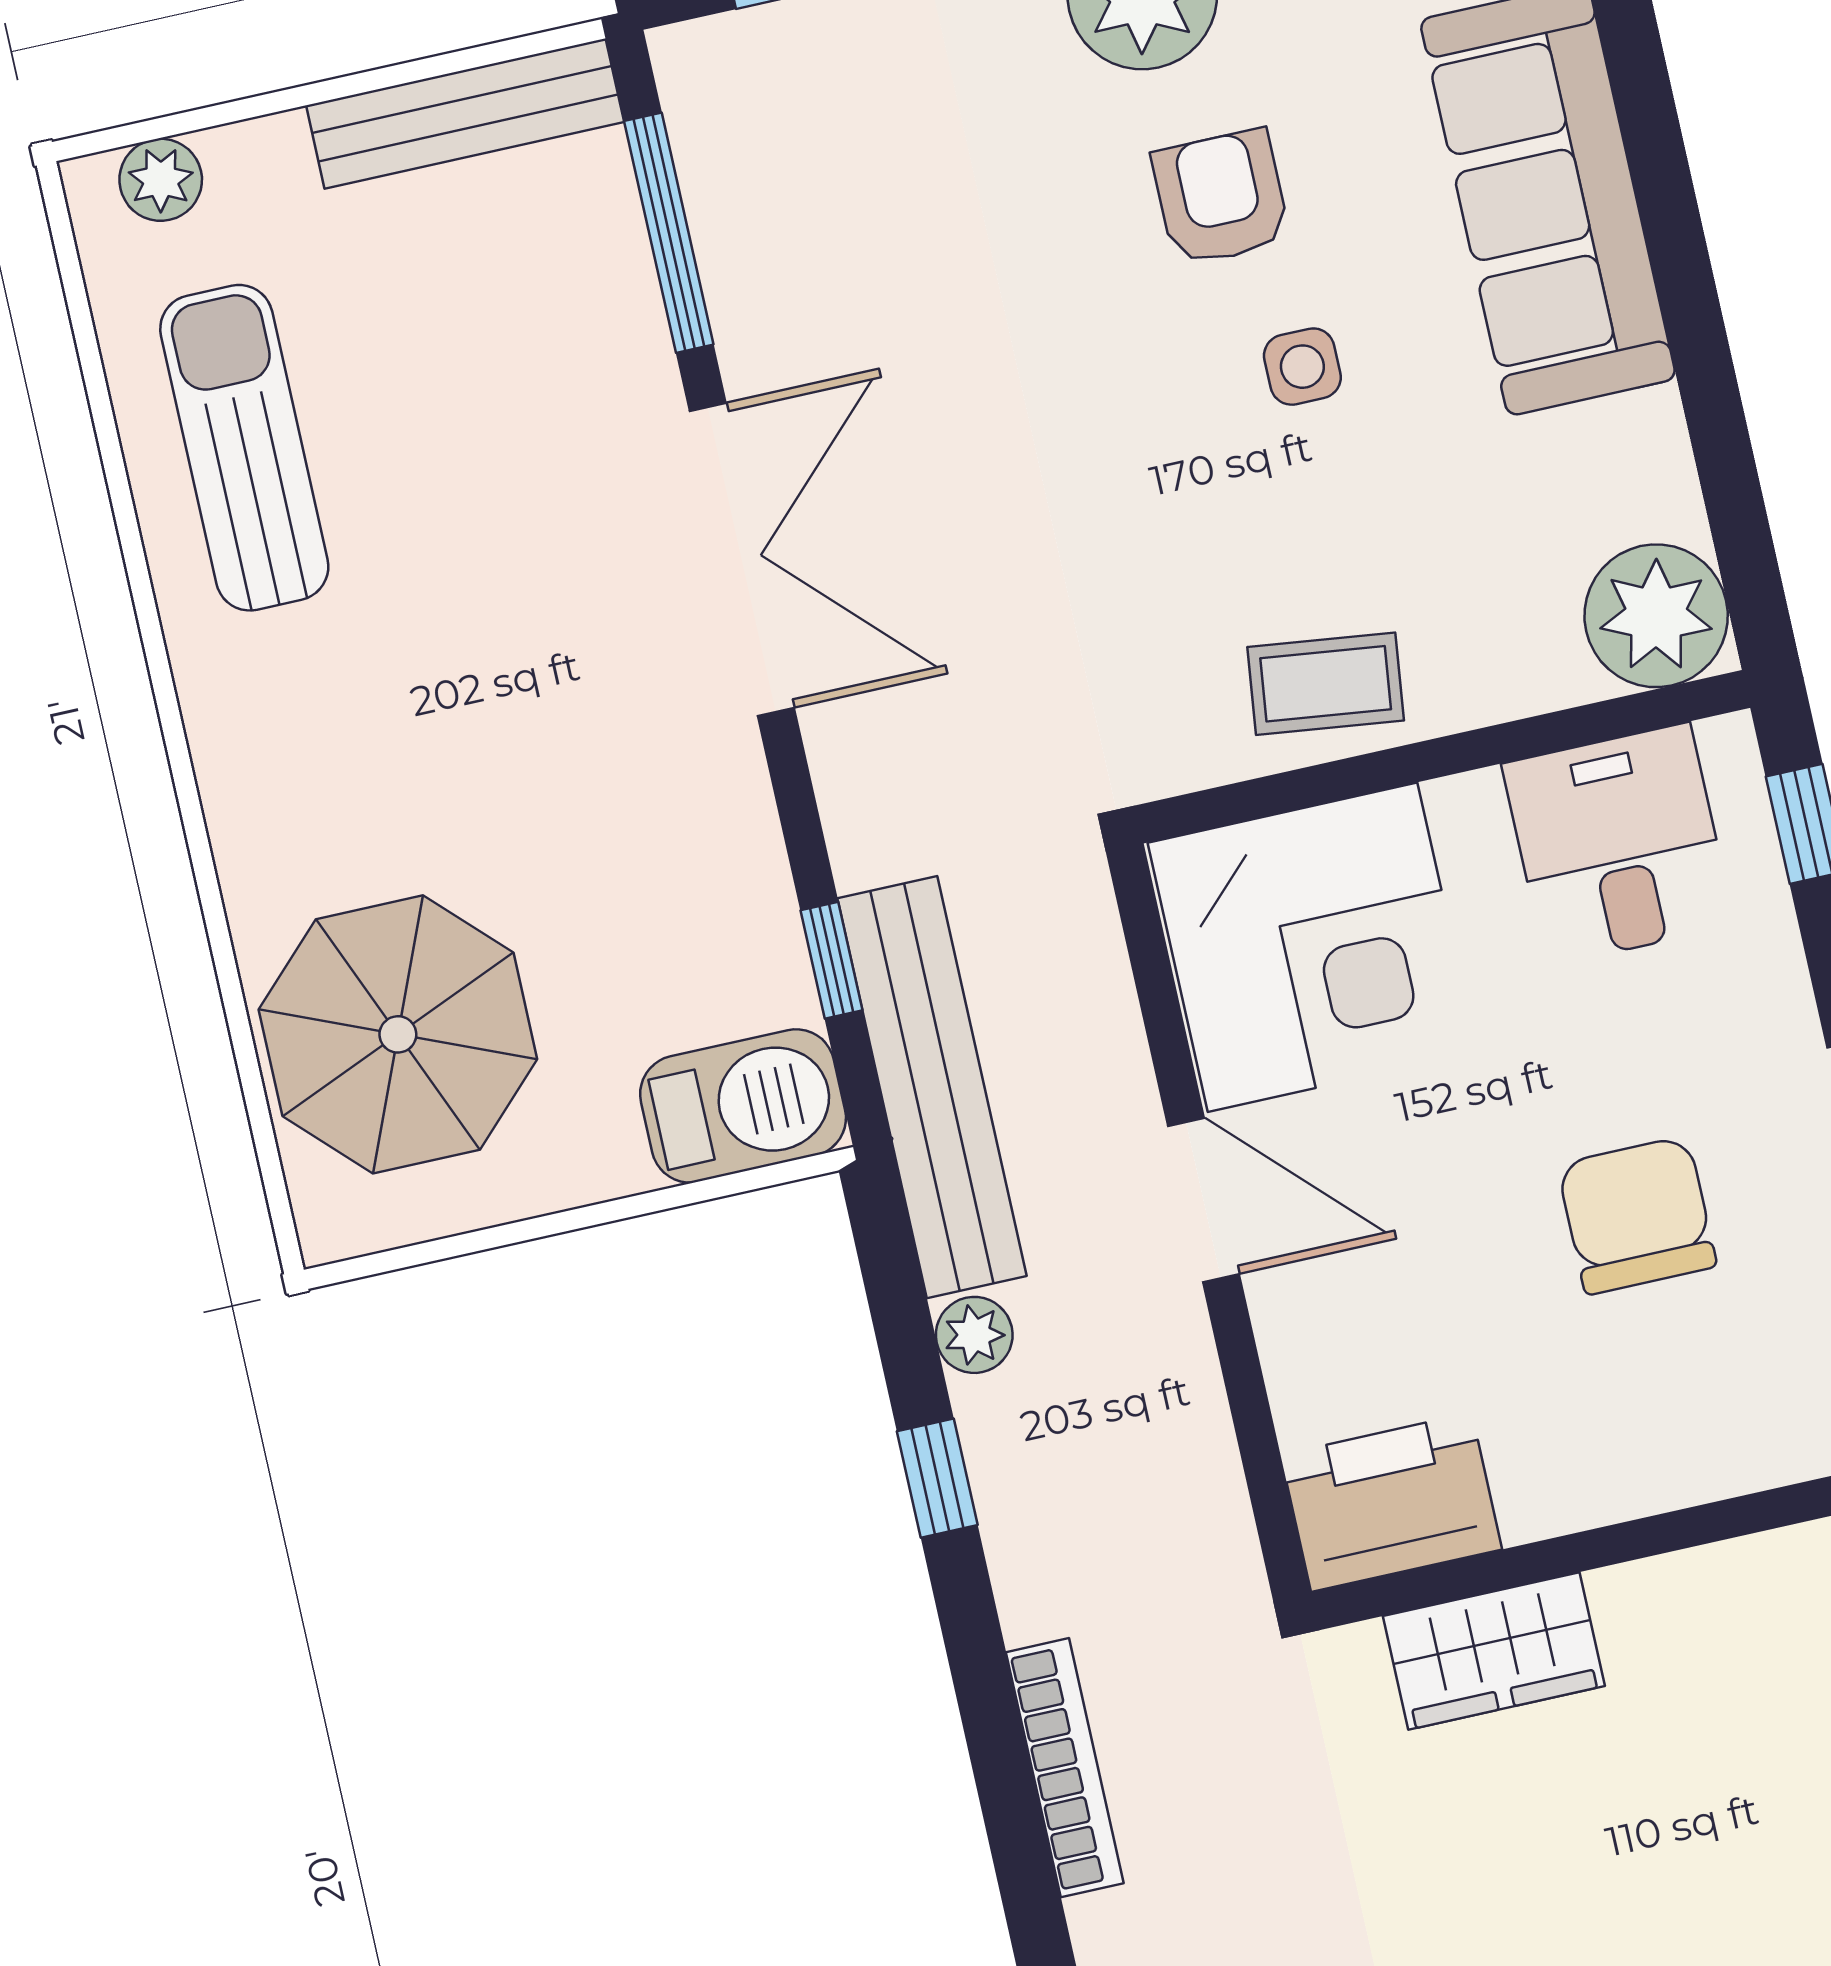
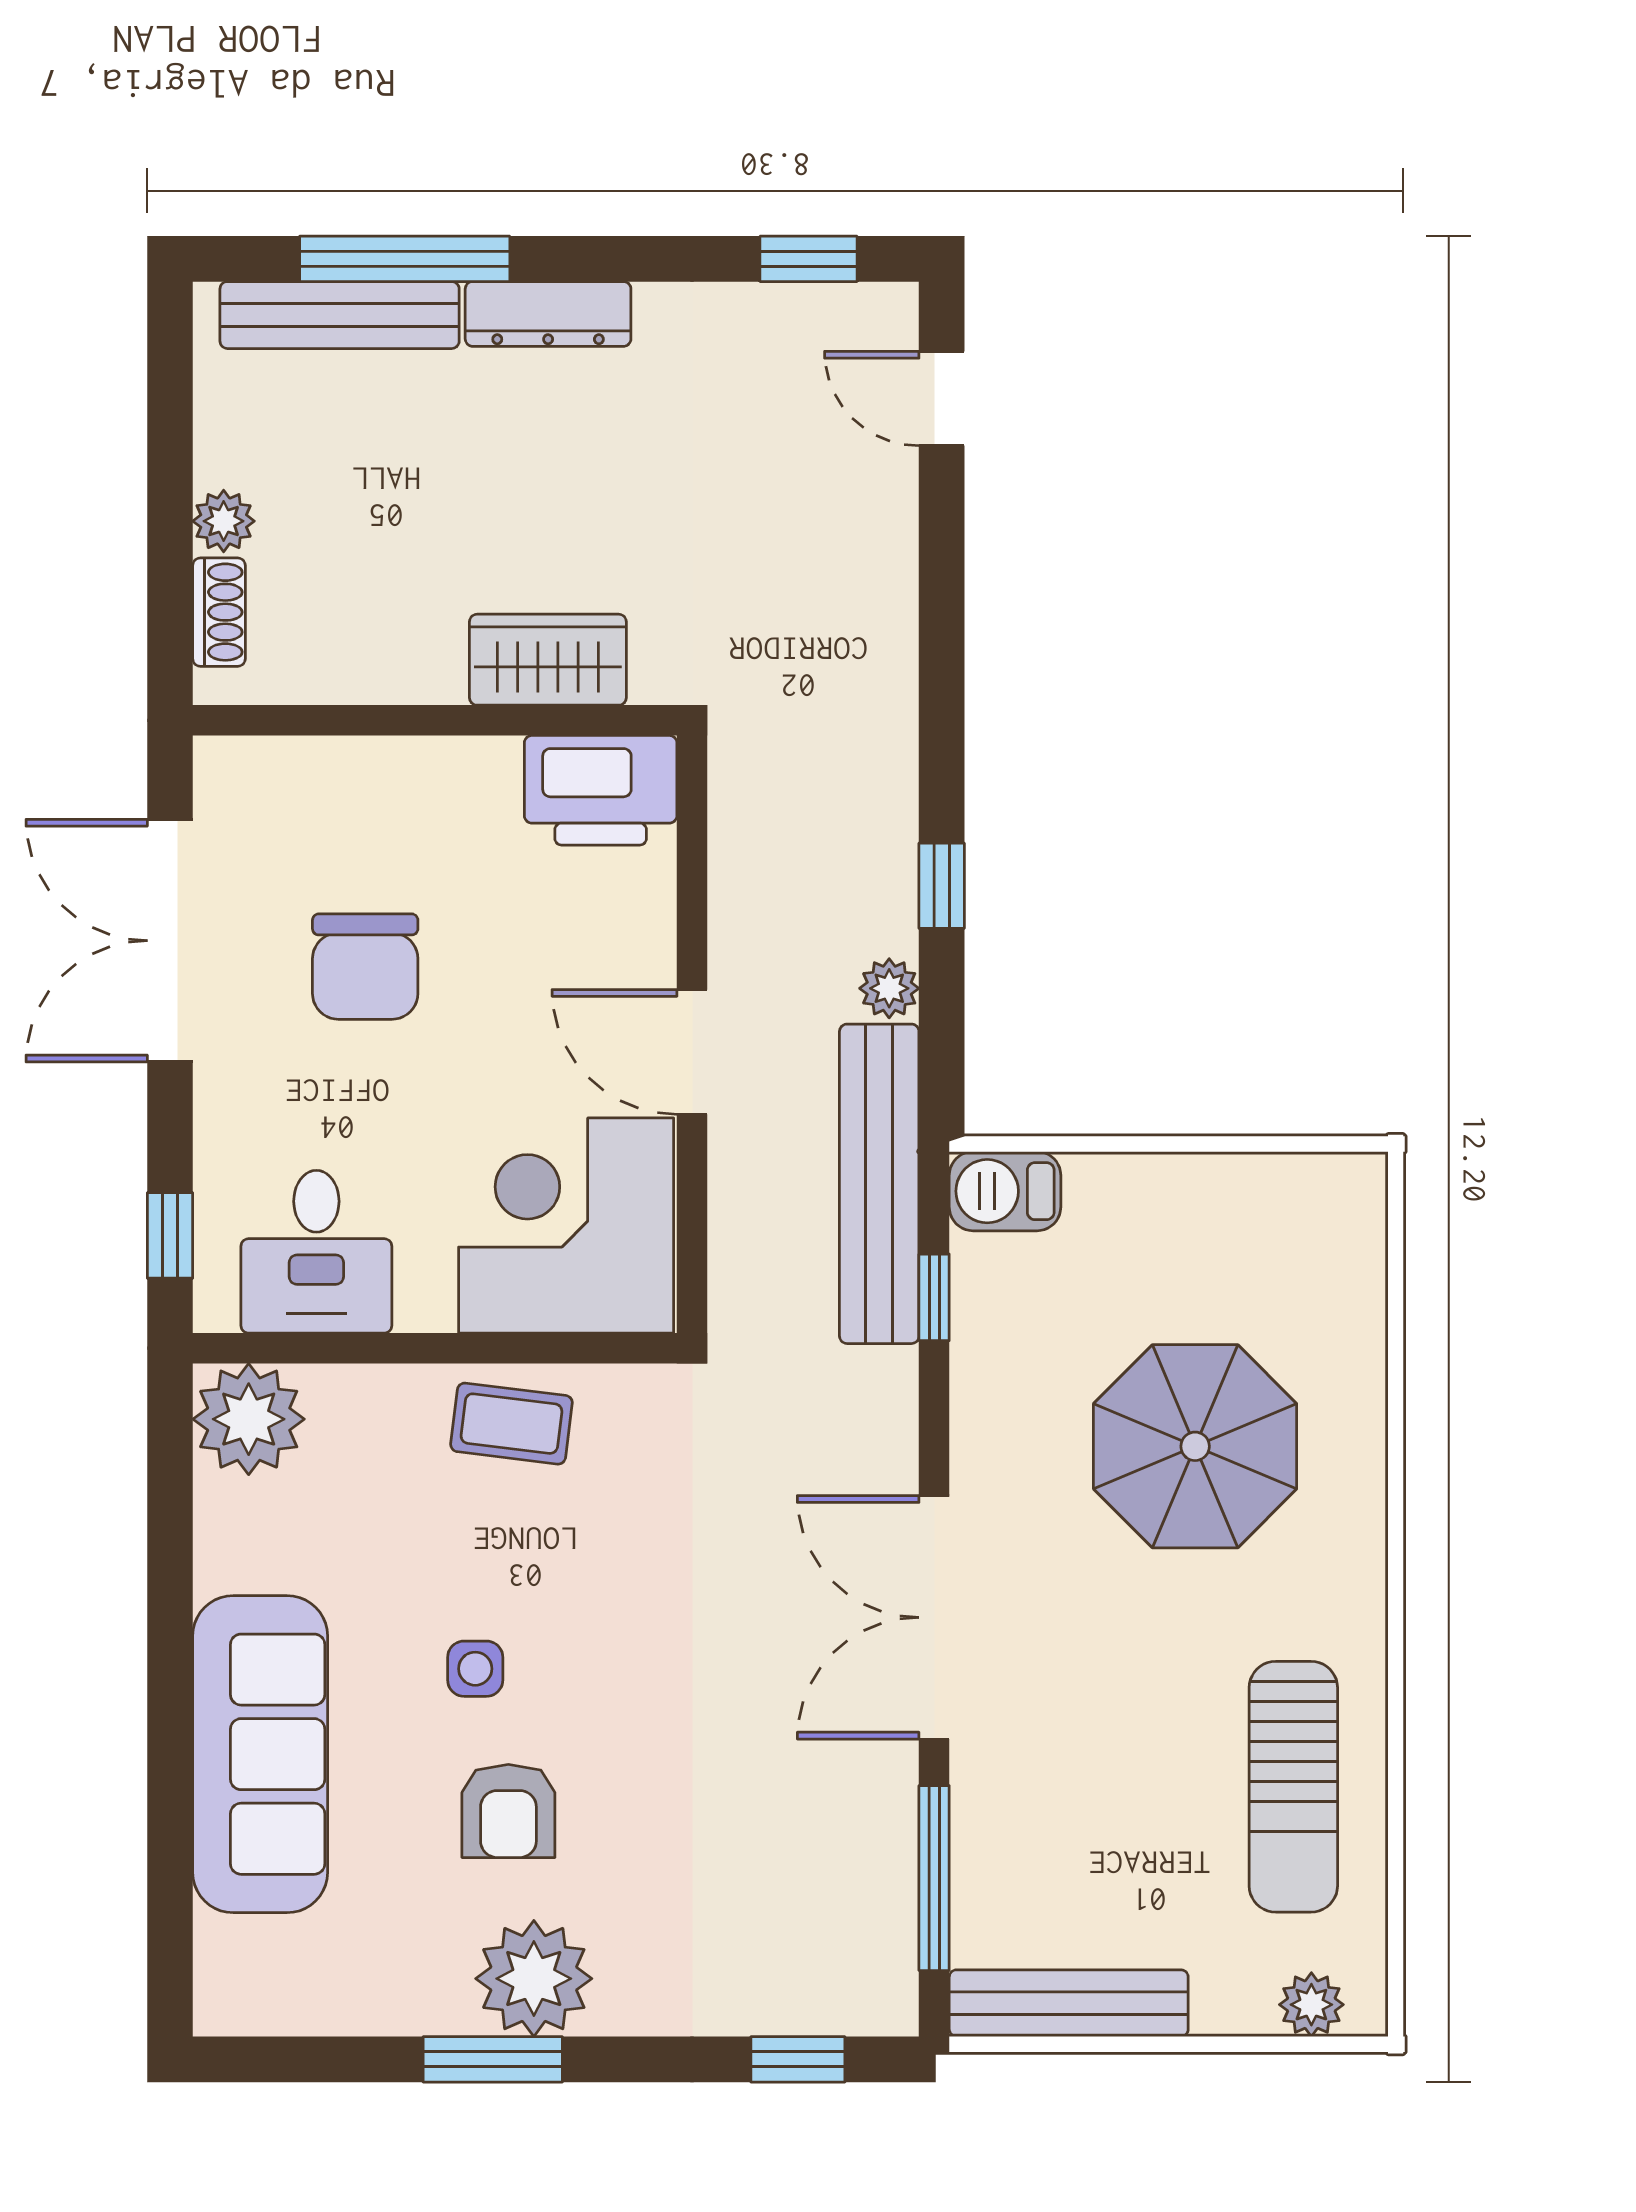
parasol: (398, 1034) -> (1195, 1446), moved
barbecue: (743, 1106) -> (1005, 1191), width x0.73, depth x0.79
bookcase: (1065, 1768) -> (894, 644), removed

